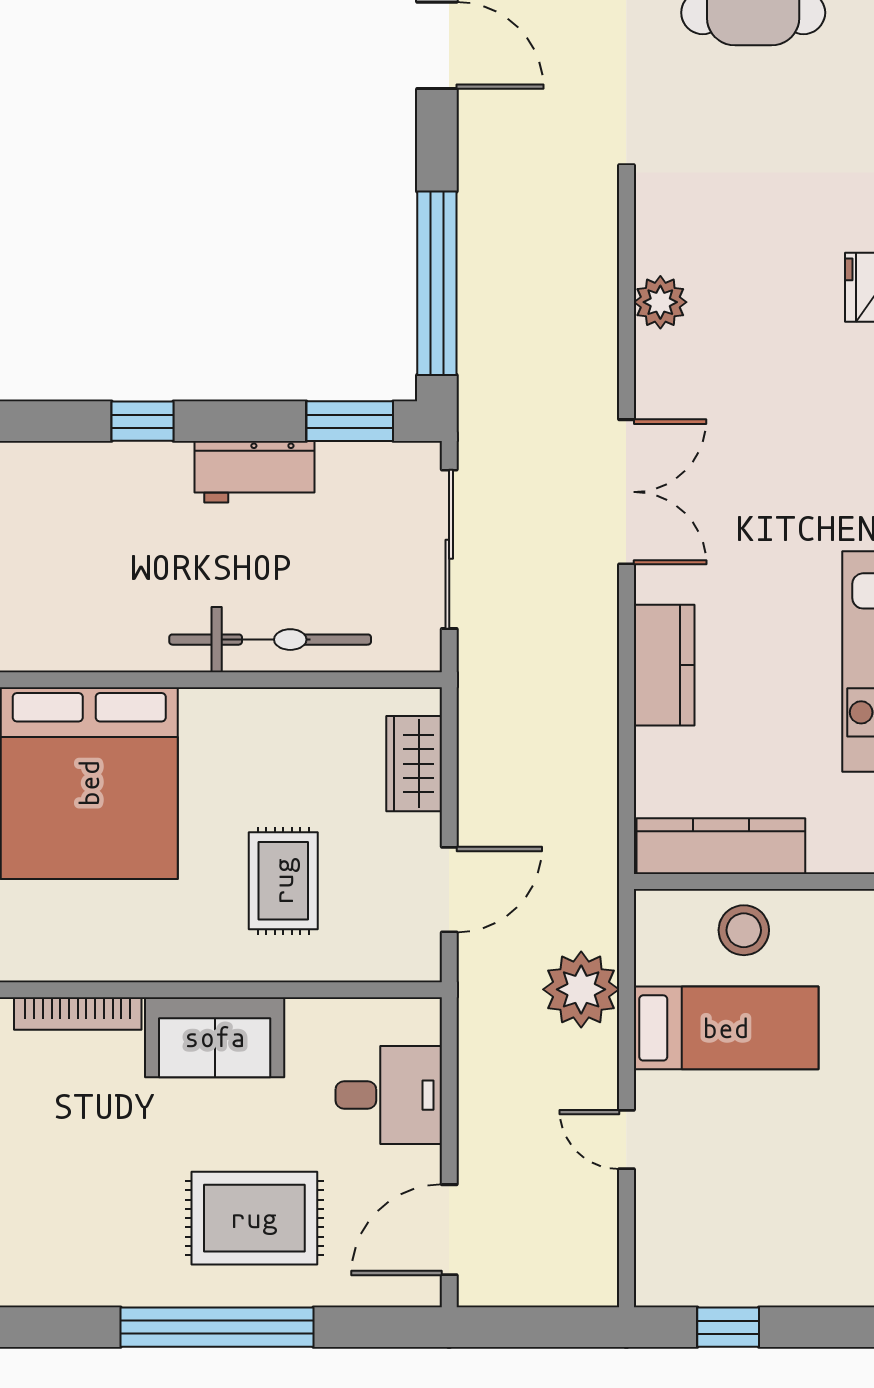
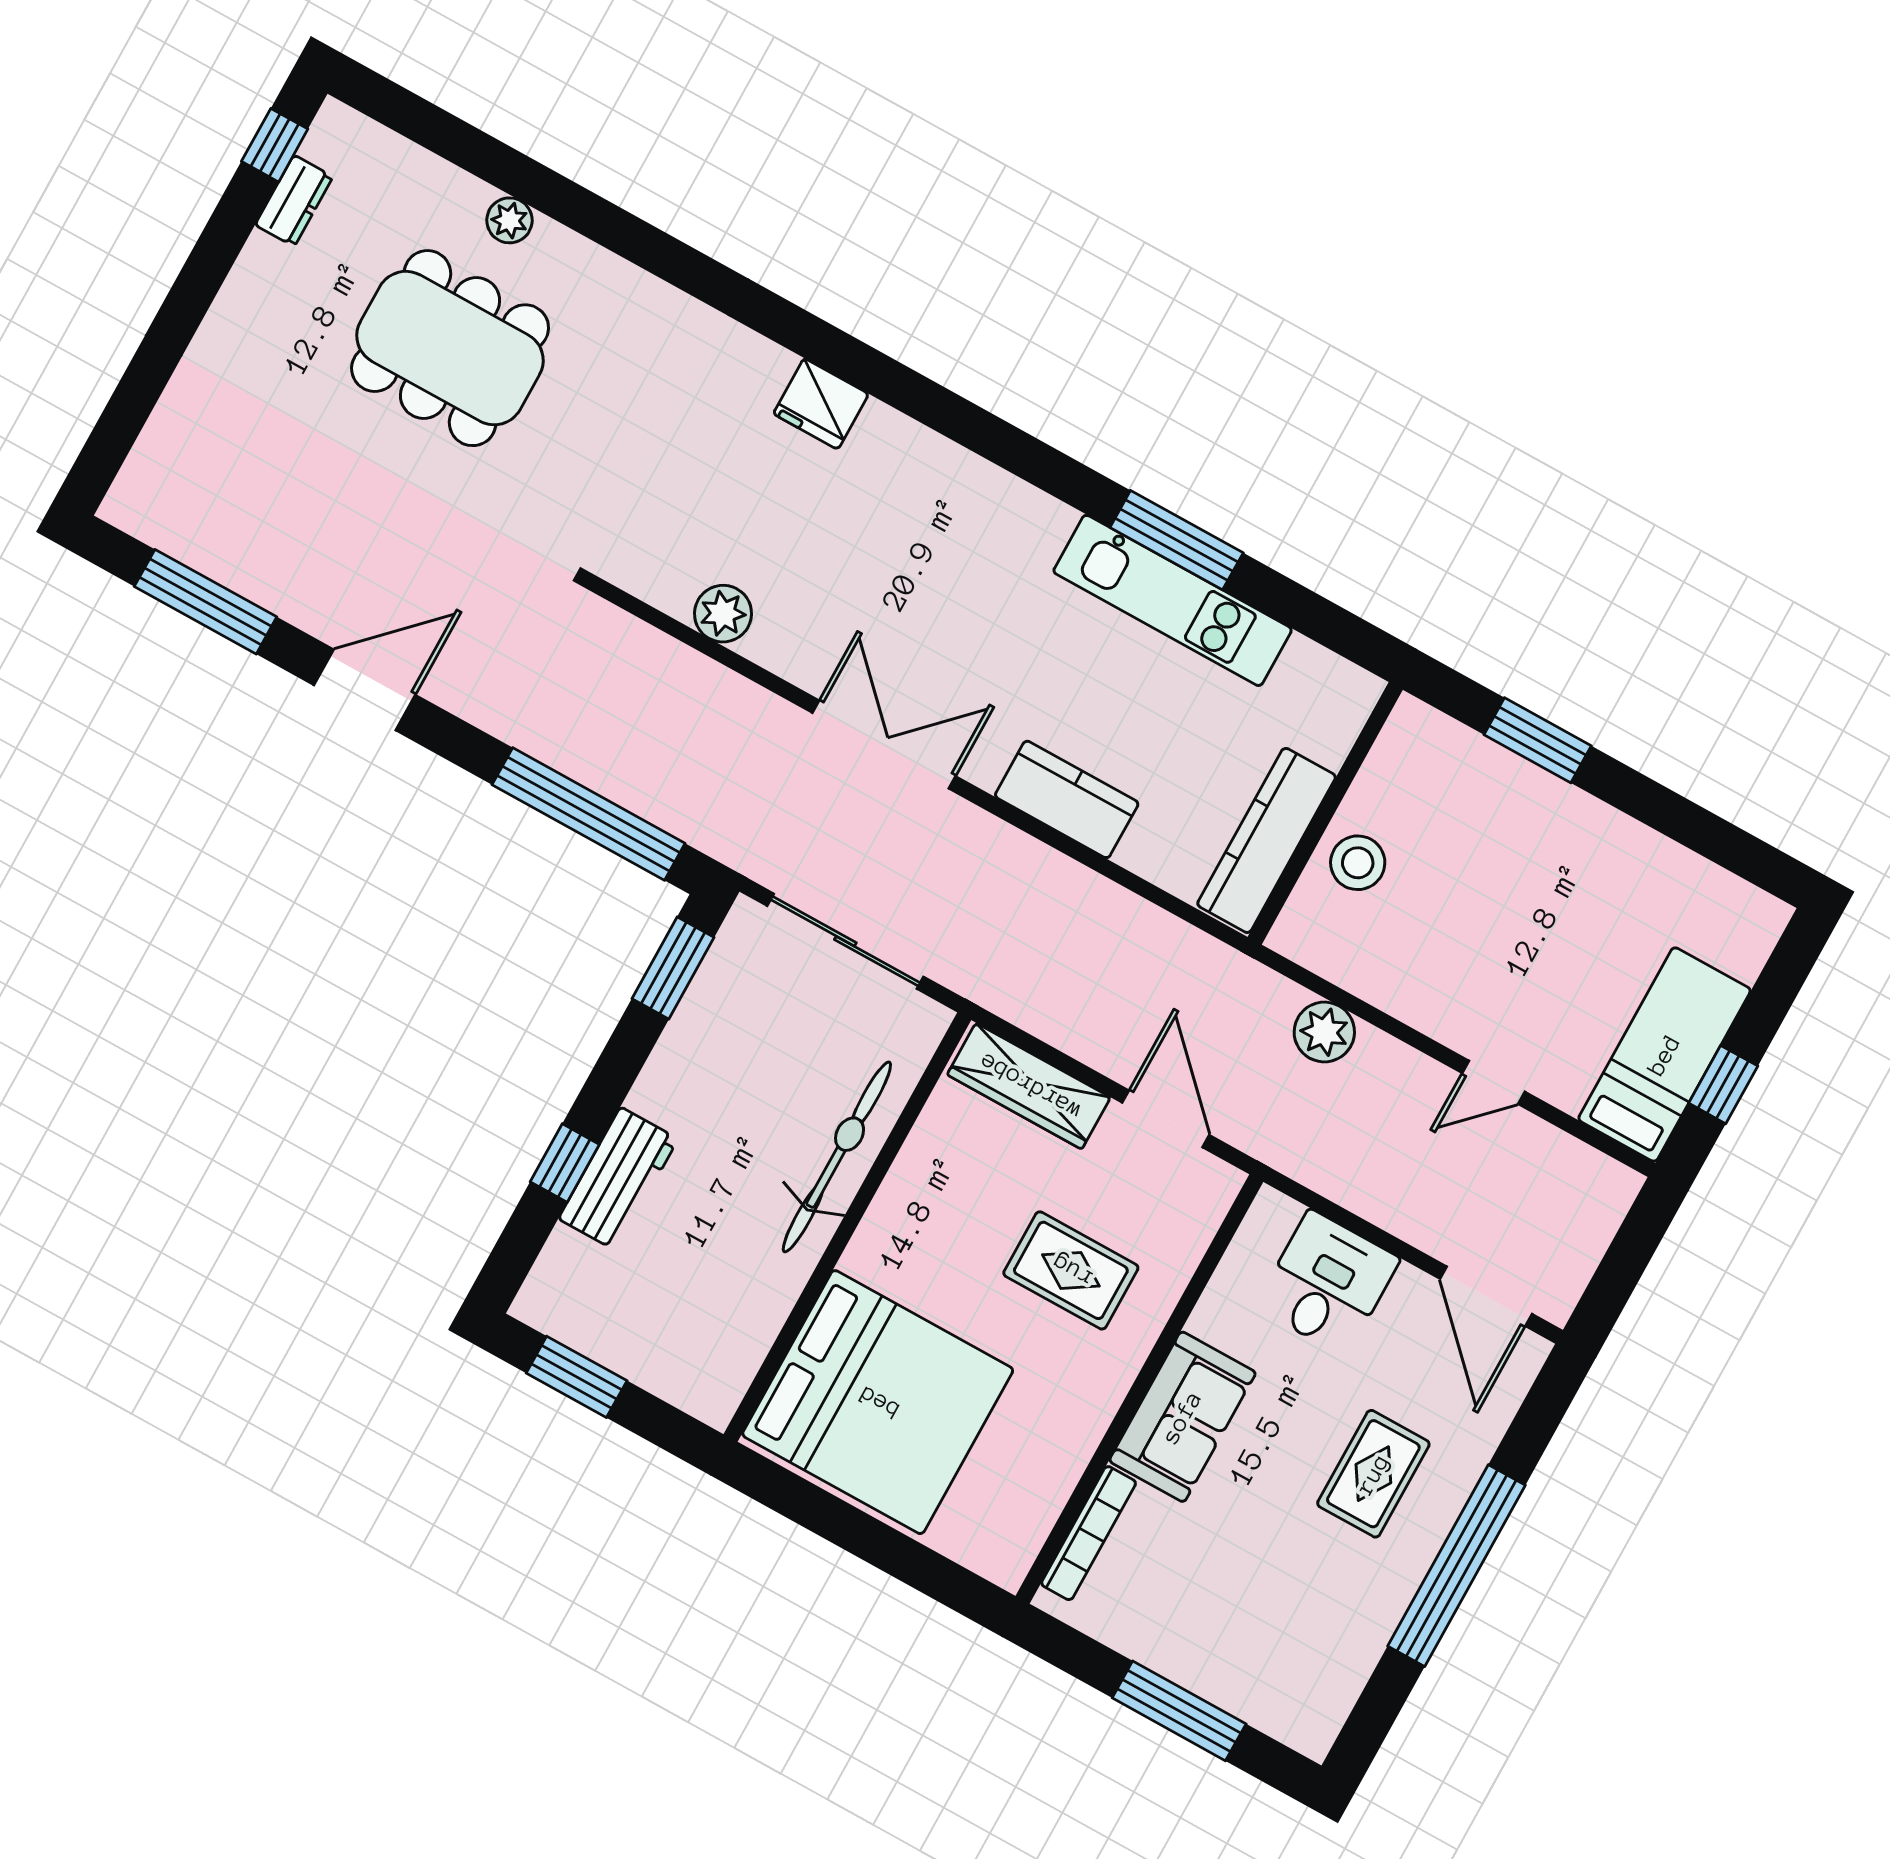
workbench: (254, 472) -> (618, 1179), moved
wardrobe: (414, 764) -> (1029, 1086), width x1.50
plant: (581, 989) -> (1324, 1032), width x0.73, depth x0.73
bed: (726, 1028) -> (1664, 1055), moved
rug: (254, 1218) -> (1373, 1474), width x0.73, depth x0.70

